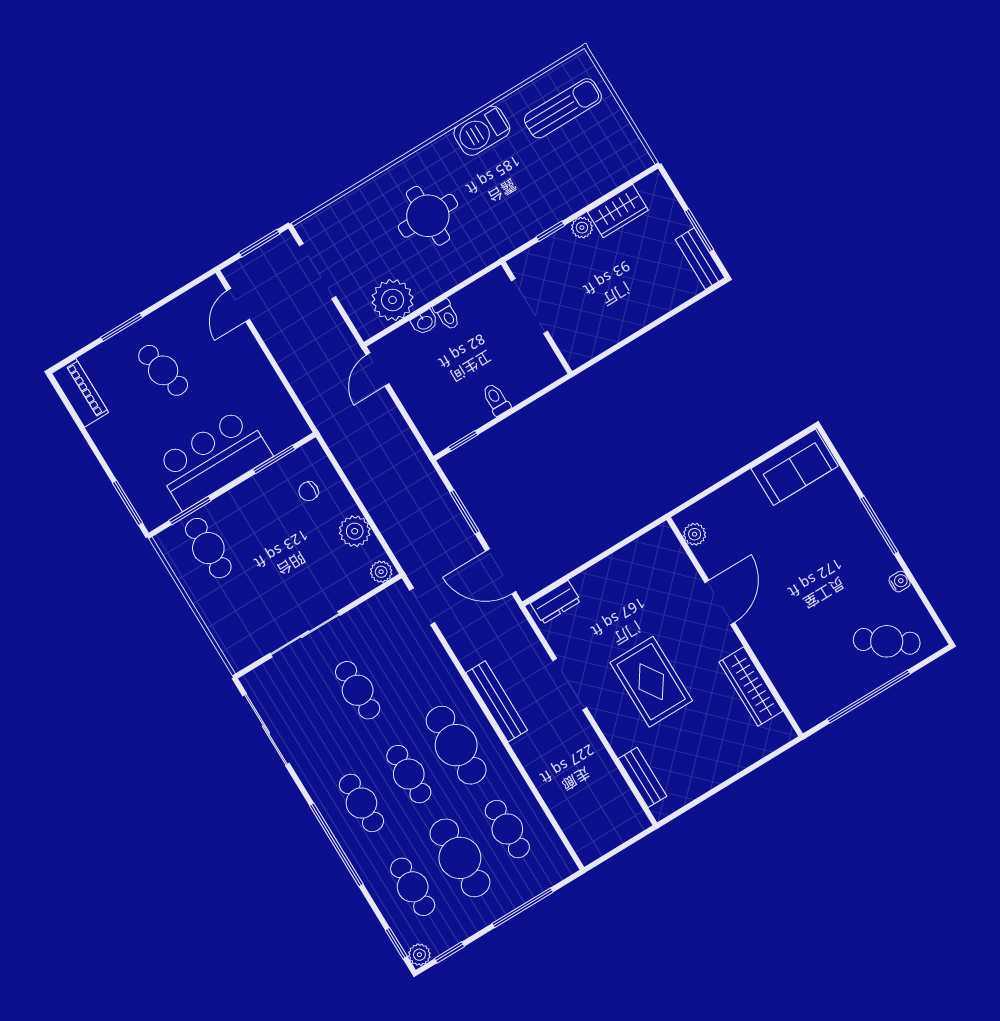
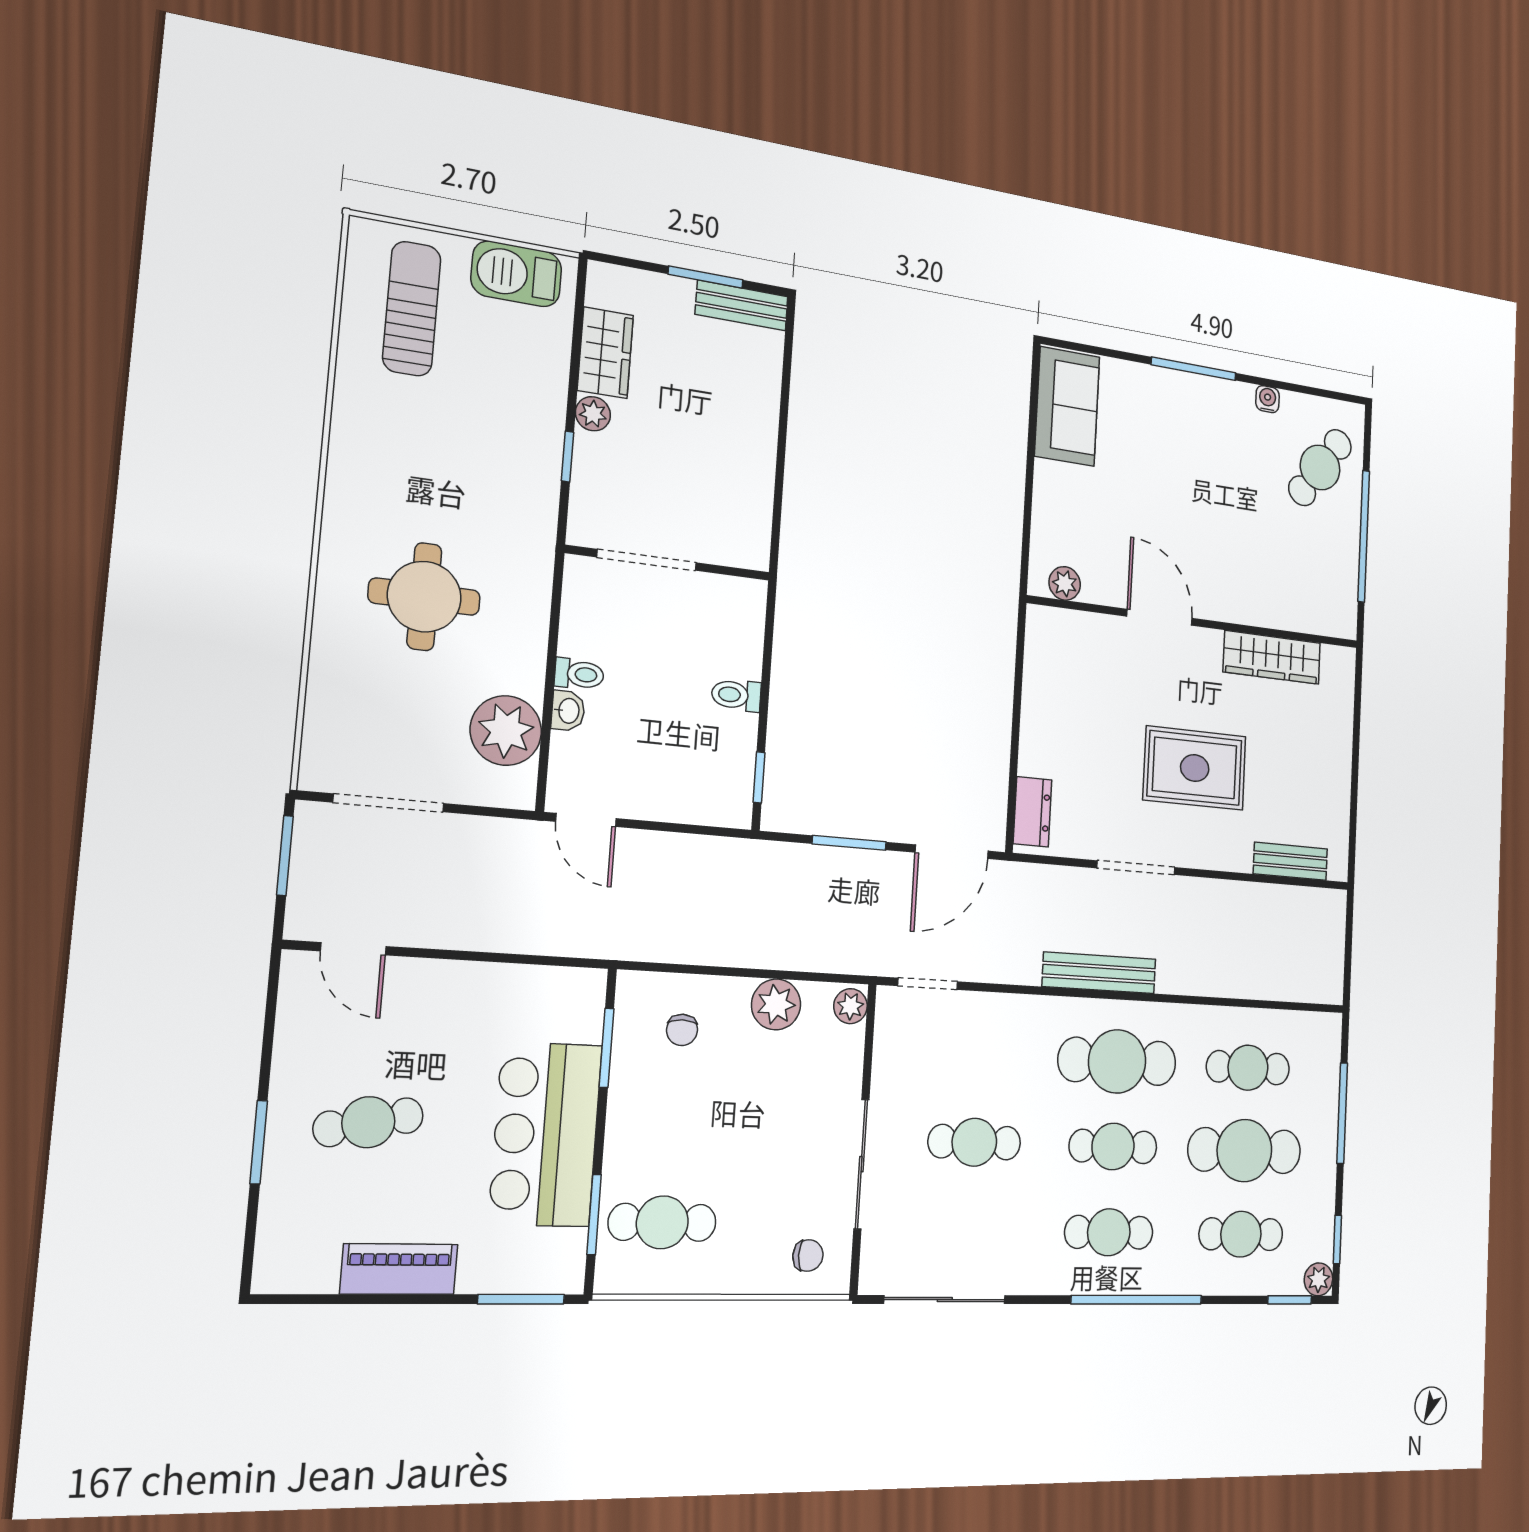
barbecue: (482, 131) -> (516, 274), moved, turned 90
piano: (80, 393) -> (399, 1269), moved
chair: (241, 637) -> (808, 1256), added

